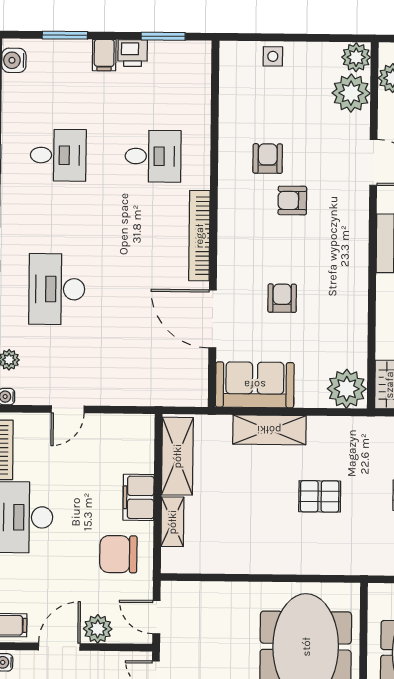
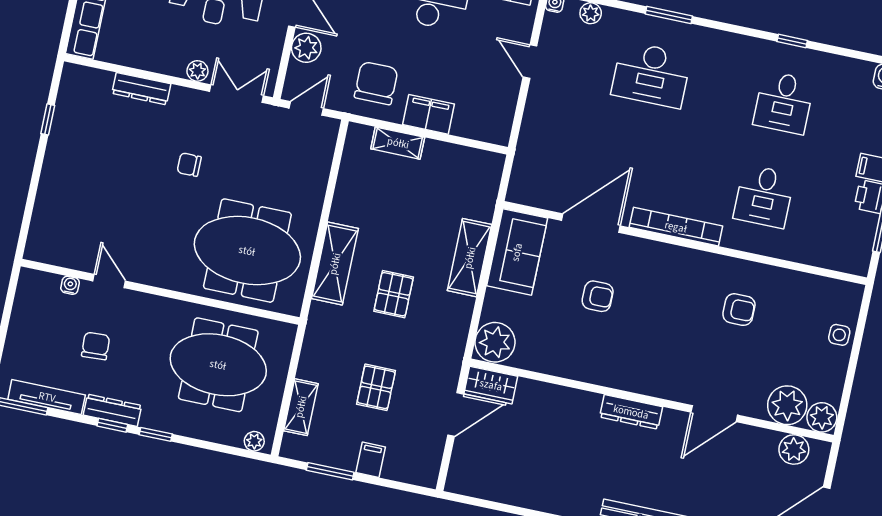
armchair: (292, 200) -> (692, 326), removed
desk: (57, 289) -> (651, 75), turned 180
shelving: (177, 456) -> (335, 264), moved, turned 90

